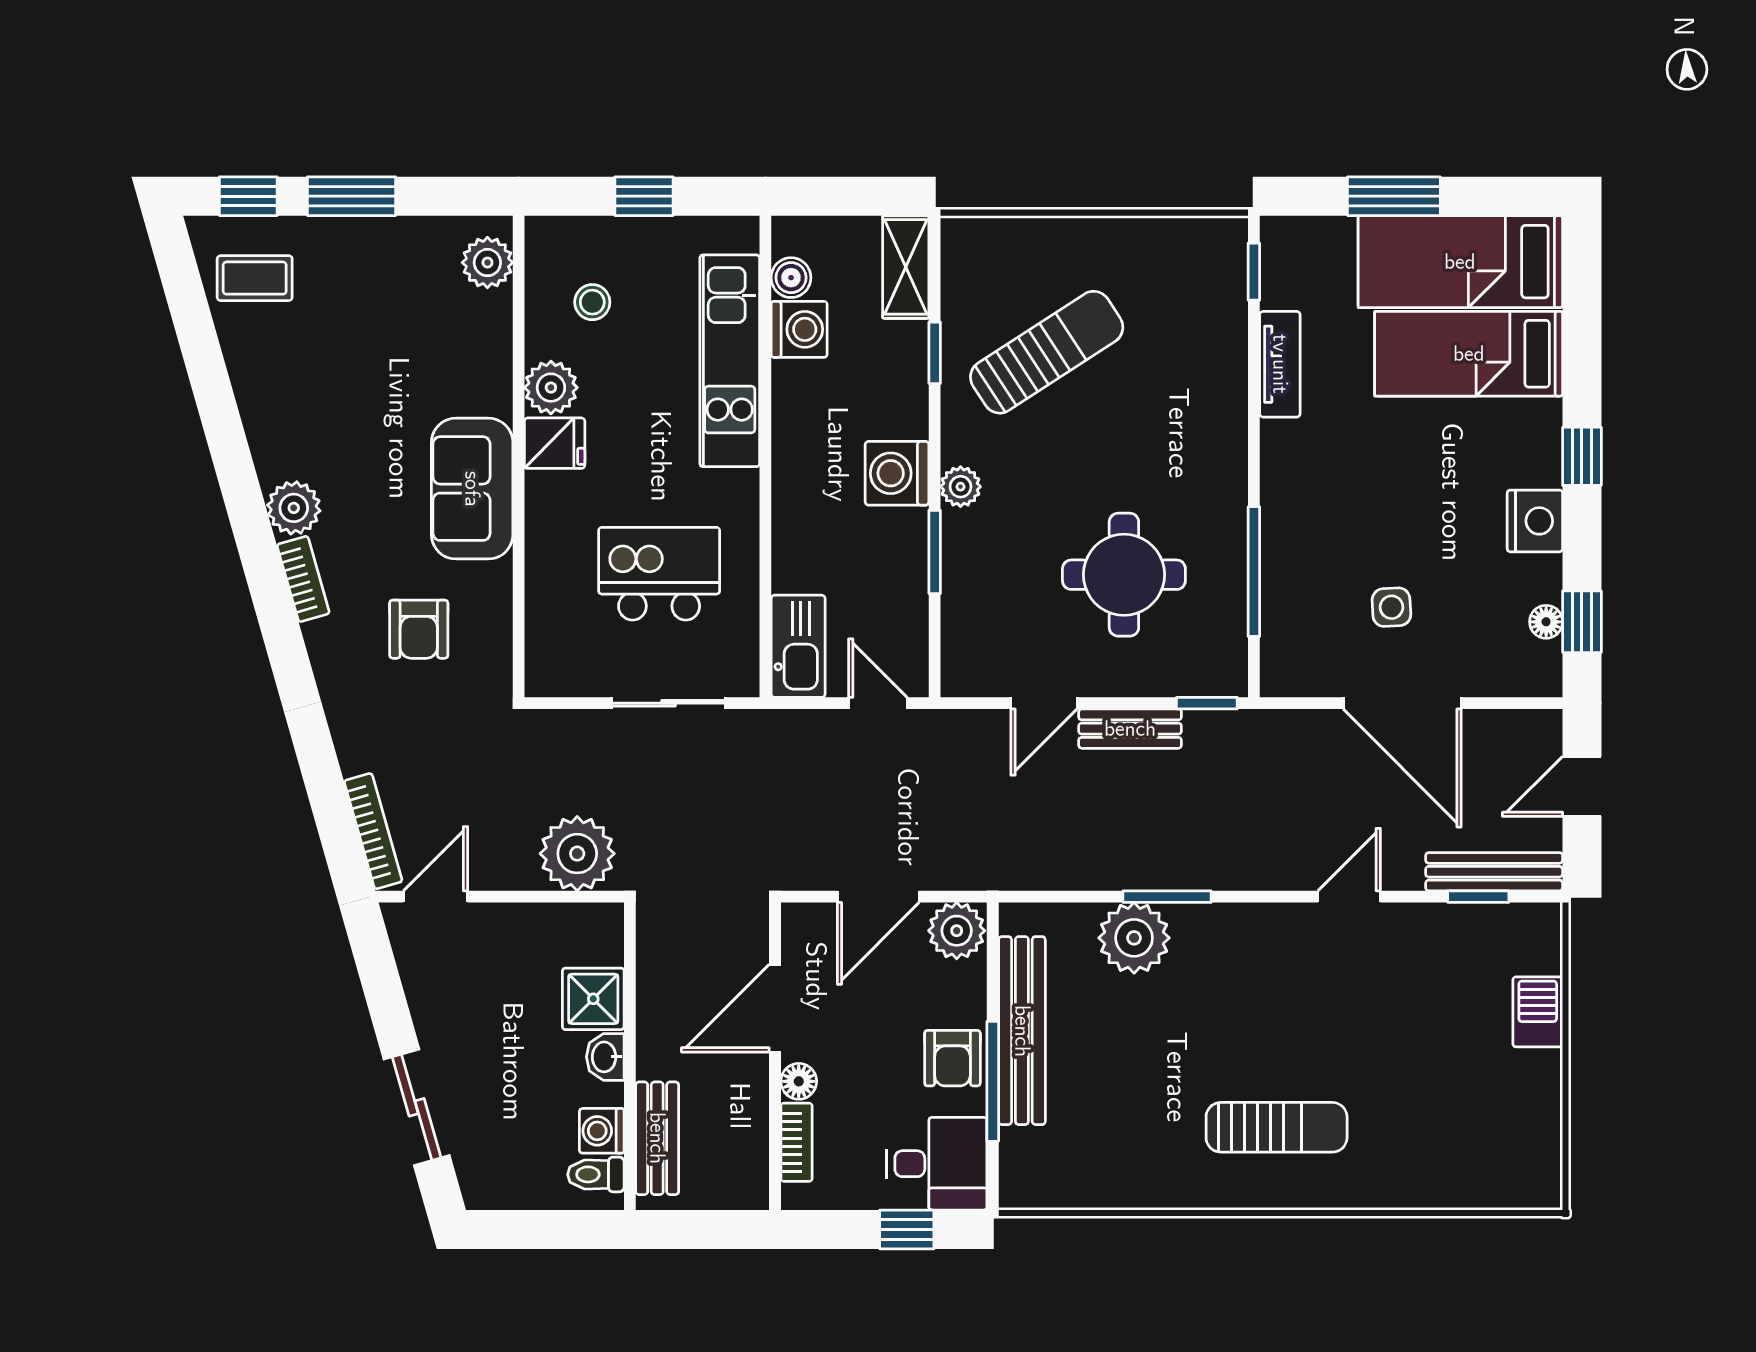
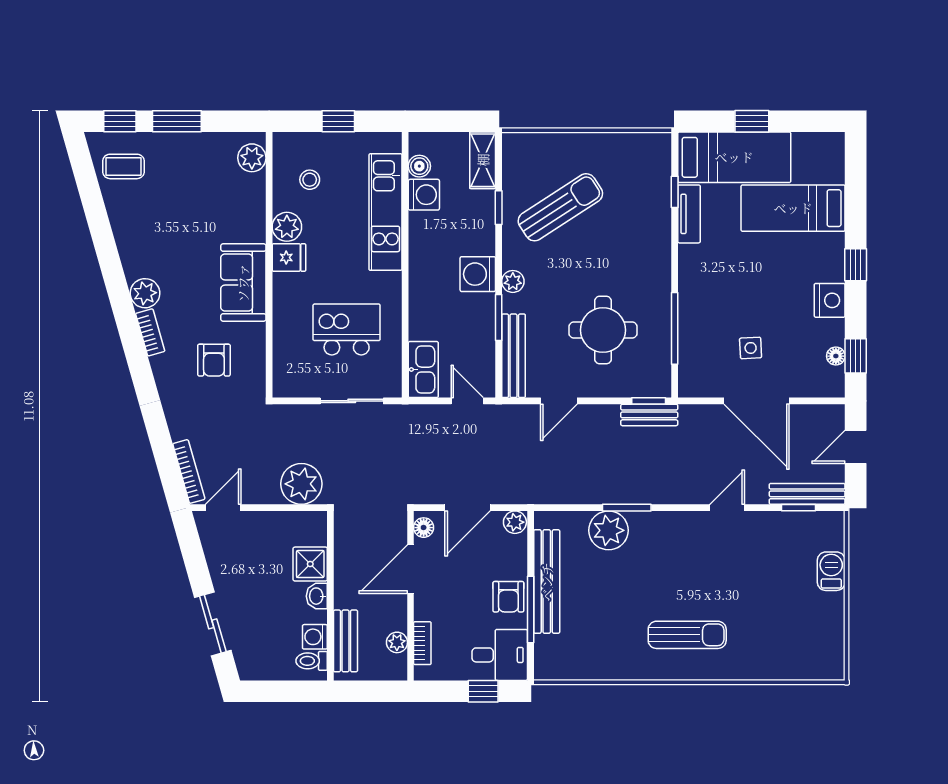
window: (1394, 196) -> (752, 121), width x0.67
bed: (1460, 262) -> (734, 157), moved, turned 180
window: (1254, 272) -> (675, 192), moved
bench: (962, 621) -> (514, 356), added
bench: (1130, 729) -> (649, 415), moved
plant: (957, 931) -> (515, 522), width x0.73, depth x0.73
floor lamp: (799, 1081) -> (424, 528), moved
plant: (750, 1141) -> (397, 642), added

